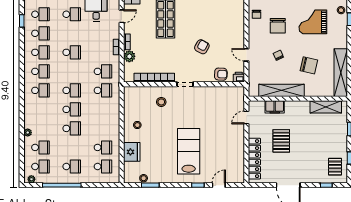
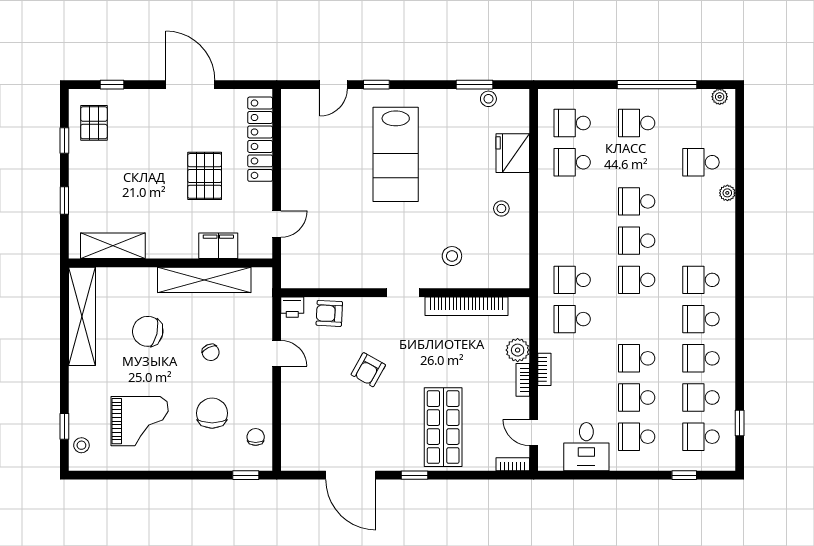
door: (122, 16) -> (534, 433), hinge flipped
school desk: (40, 166) -> (637, 398), moved

